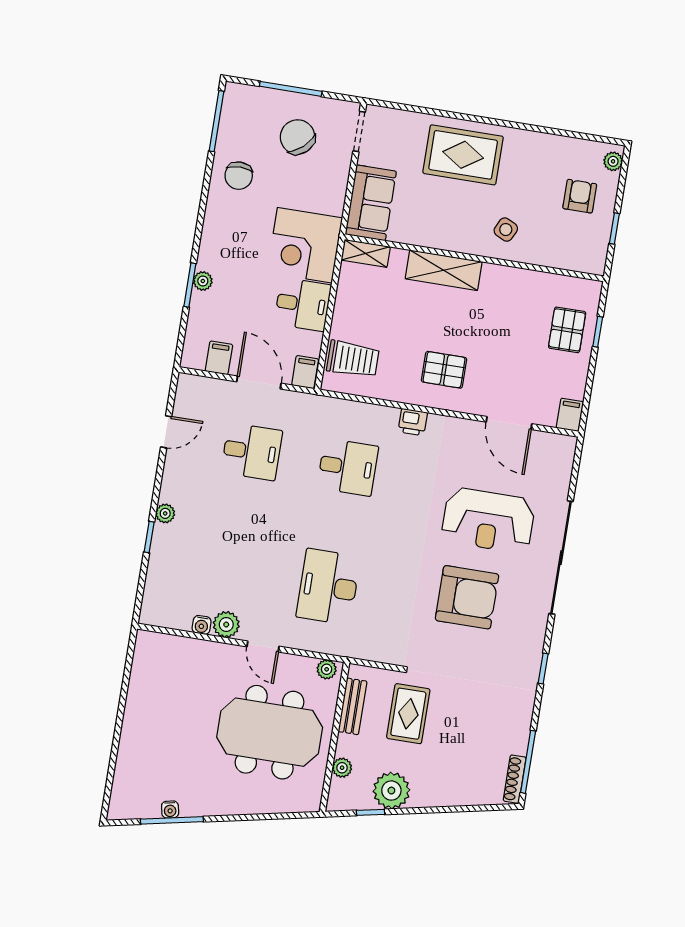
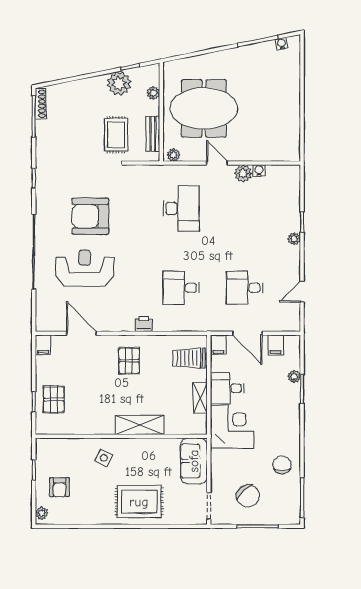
shelving: (366, 253) -> (200, 398), moved, turned 90
plant: (203, 281) -> (294, 377), moved
pallet: (444, 370) -> (129, 361), turned 90
water cooler: (170, 810) -> (282, 44), moved

